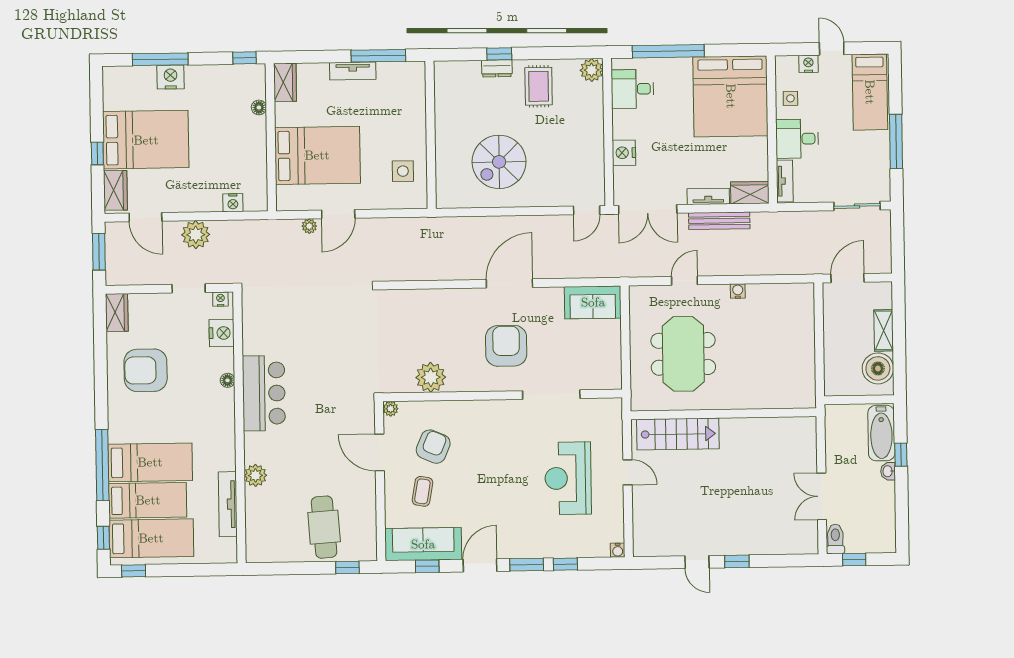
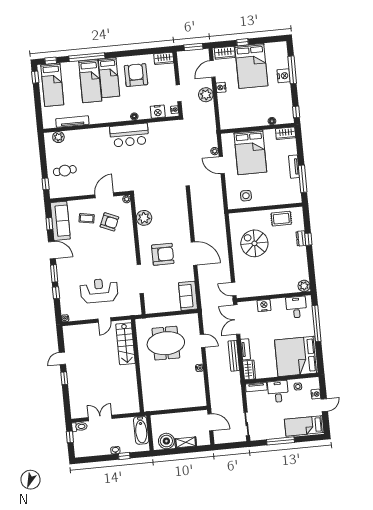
rug: (539, 86) -> (281, 219), moved
nightstand: (233, 203) -> (221, 87), moved
bathtub: (881, 433) -> (141, 430), moved, turned -90
plant: (255, 475) -> (58, 137), moved
bed: (148, 500) -> (109, 78), moved
cafe table: (324, 527) -> (65, 171), width x0.73, depth x0.74

